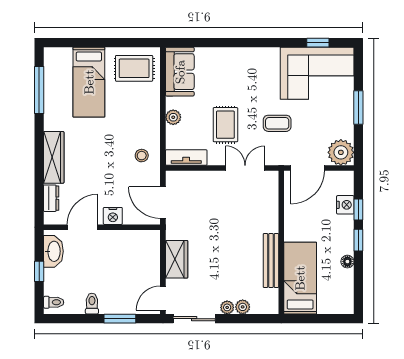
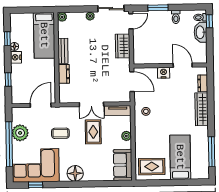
floor lamp: (255, 60) -> (75, 173), added
window: (358, 108) -> (9, 144), width x2.11
plant: (341, 152) -> (20, 133), moved
double door: (245, 168) -> (91, 104), moved
nightstand: (345, 205) -> (16, 57), moved
dresser: (270, 217) -> (64, 74), added
door: (82, 227) -> (183, 65), swing flipped
window: (358, 240) -> (7, 39), moved
washbasin: (53, 251) -> (200, 32), moved
bench: (271, 261) -> (63, 51), width x0.73
window: (39, 271) -> (209, 21), moved
plant: (243, 307) -> (62, 17), moved

